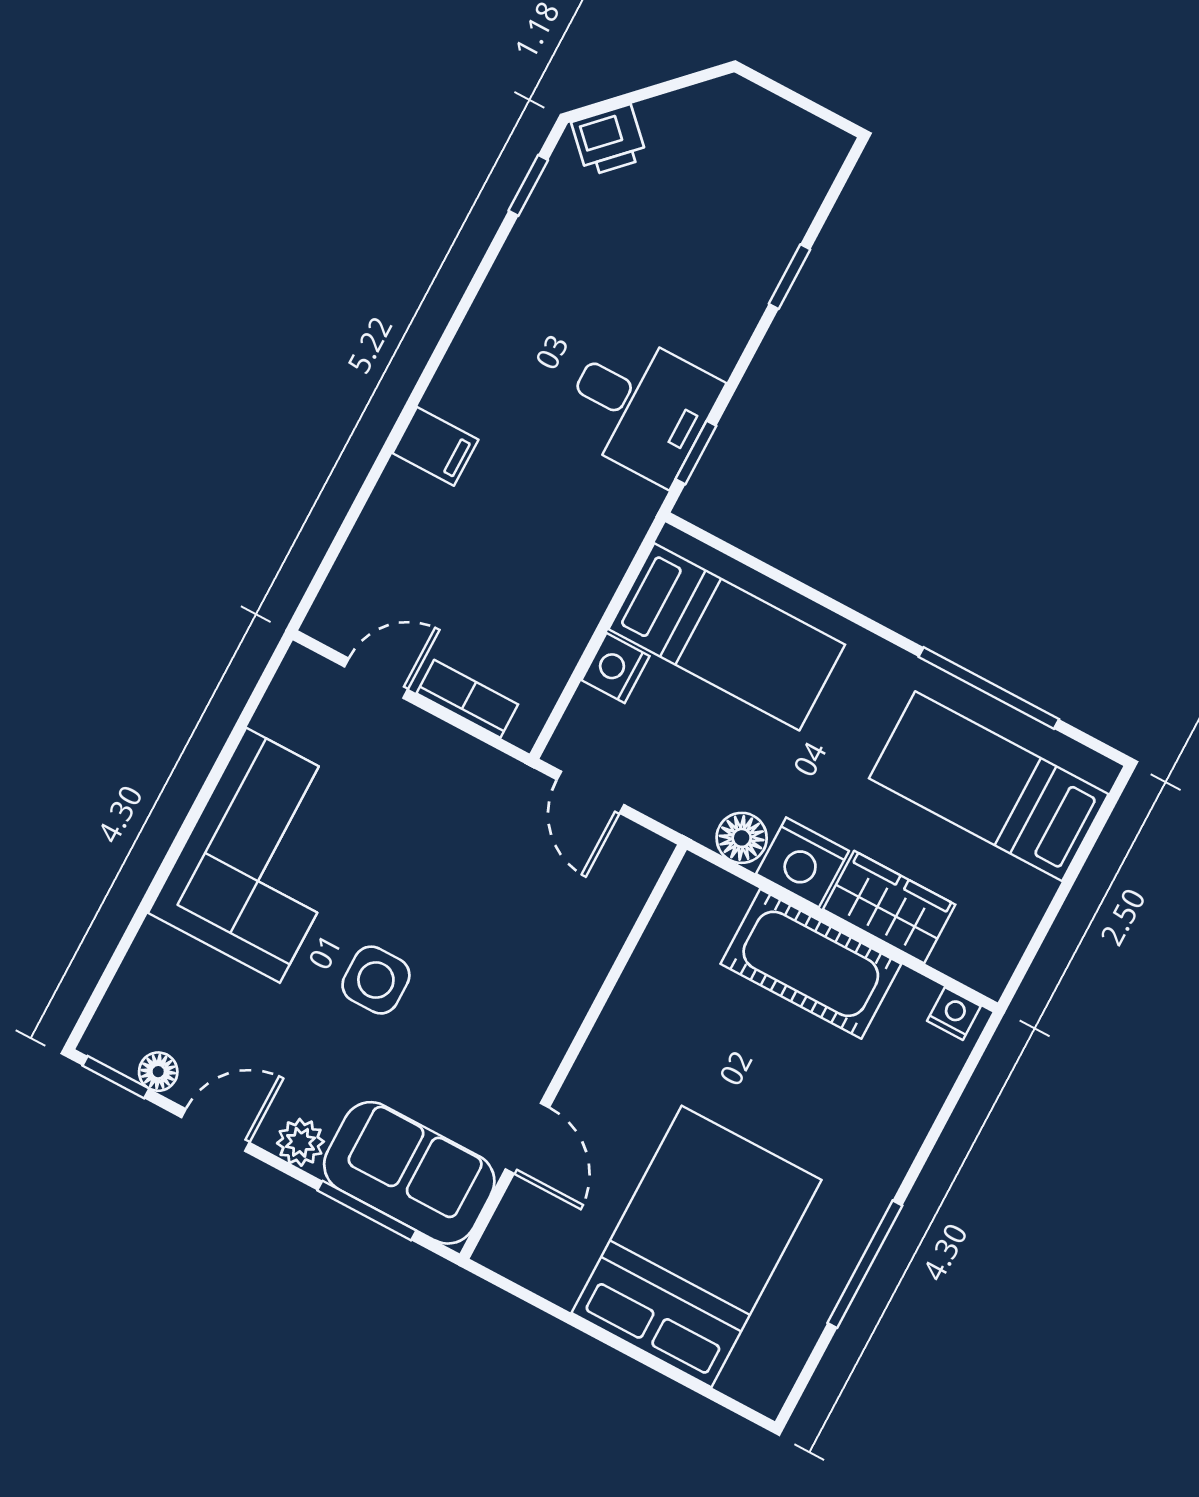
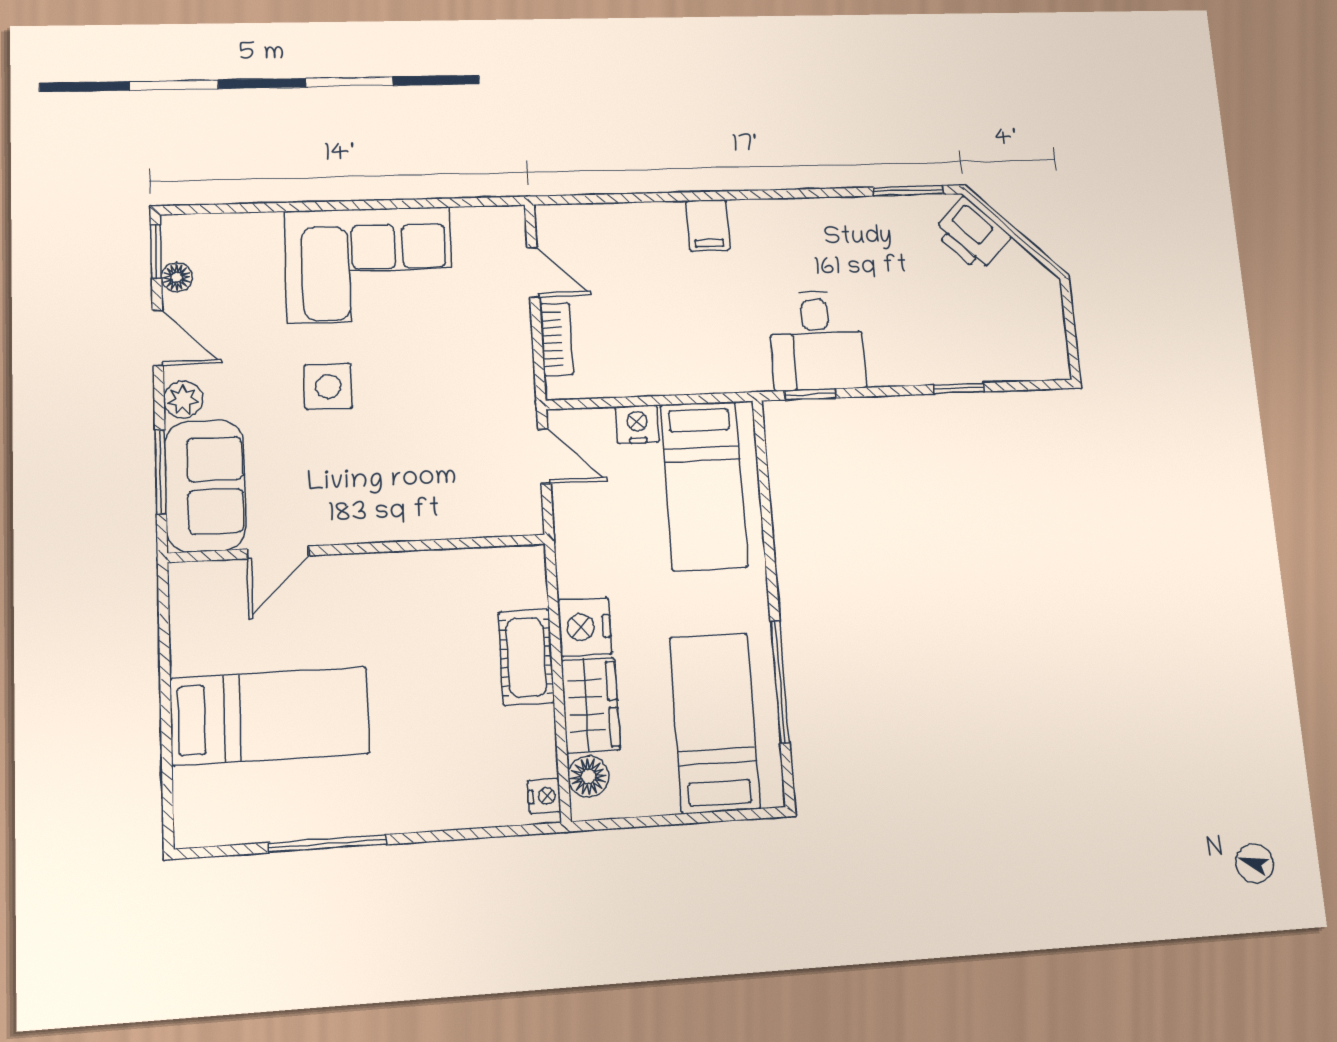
printer: (609, 140) -> (972, 234), width x1.36, depth x1.24
window: (528, 185) -> (908, 191), width x1.50
door: (590, 792) -> (544, 456), swing flipped
floor lamp: (742, 838) -> (588, 776), moved
cot: (811, 964) -> (526, 657), width x0.73, depth x0.75
bed: (697, 1246) -> (270, 716), width x0.67

